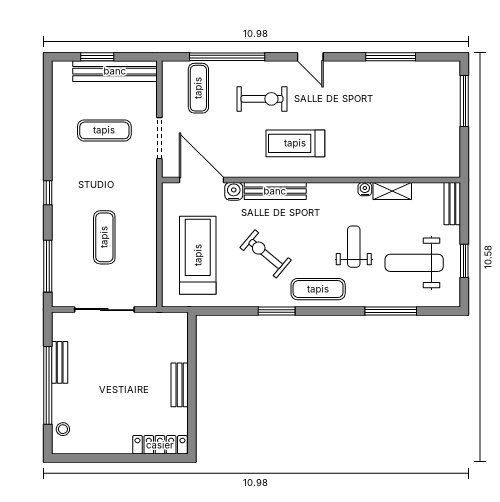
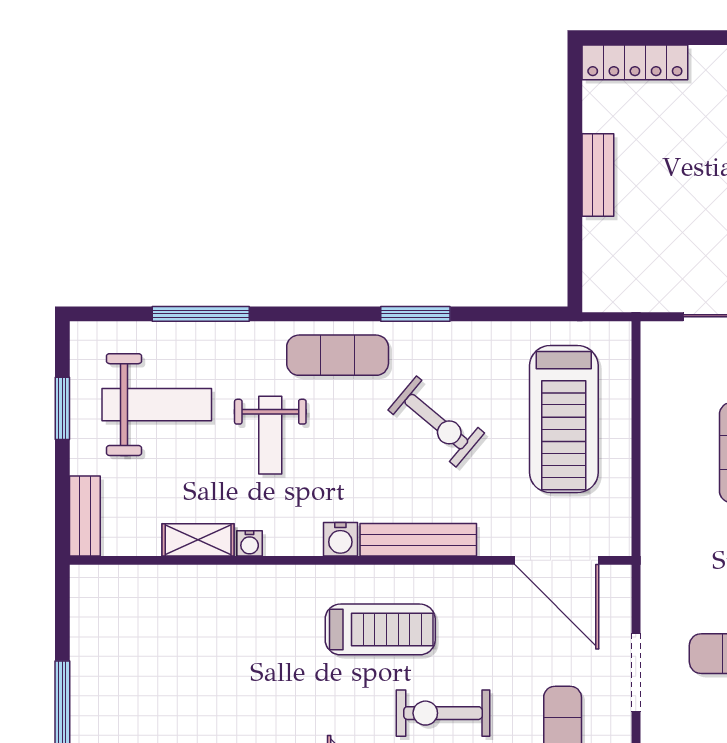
doorway: (159, 138) -> (636, 672), moved
water cooler: (234, 191) -> (340, 539), moved

